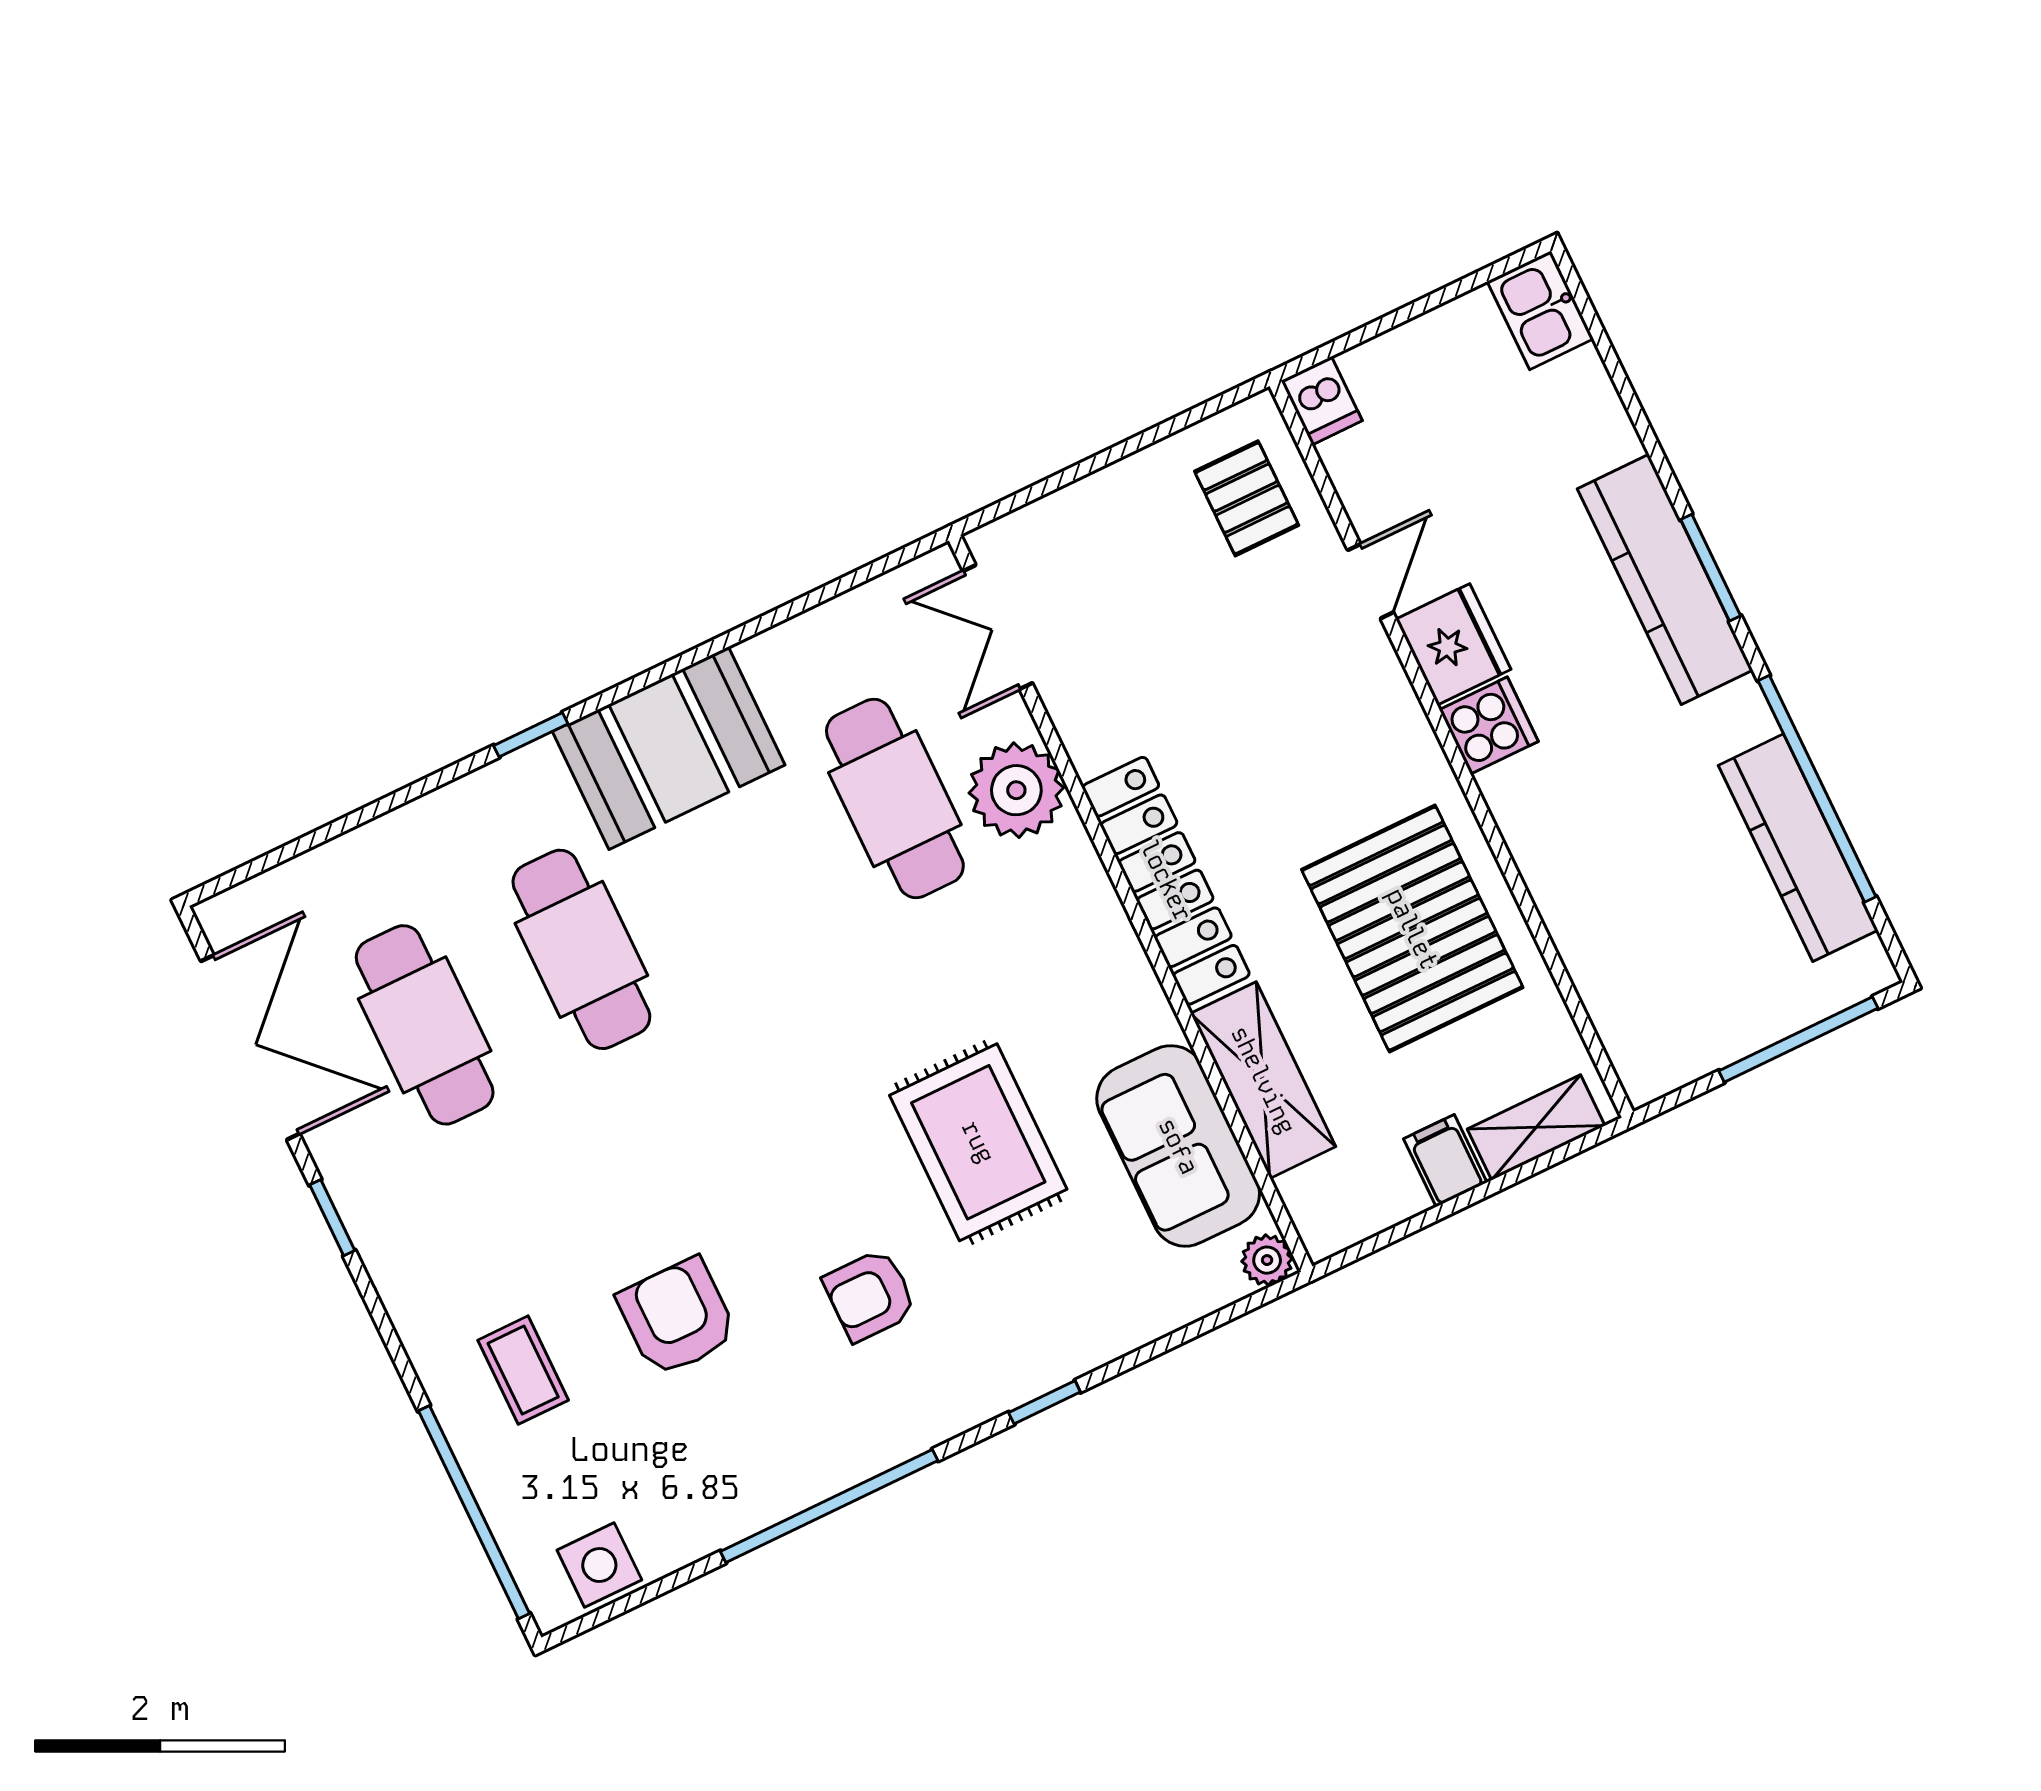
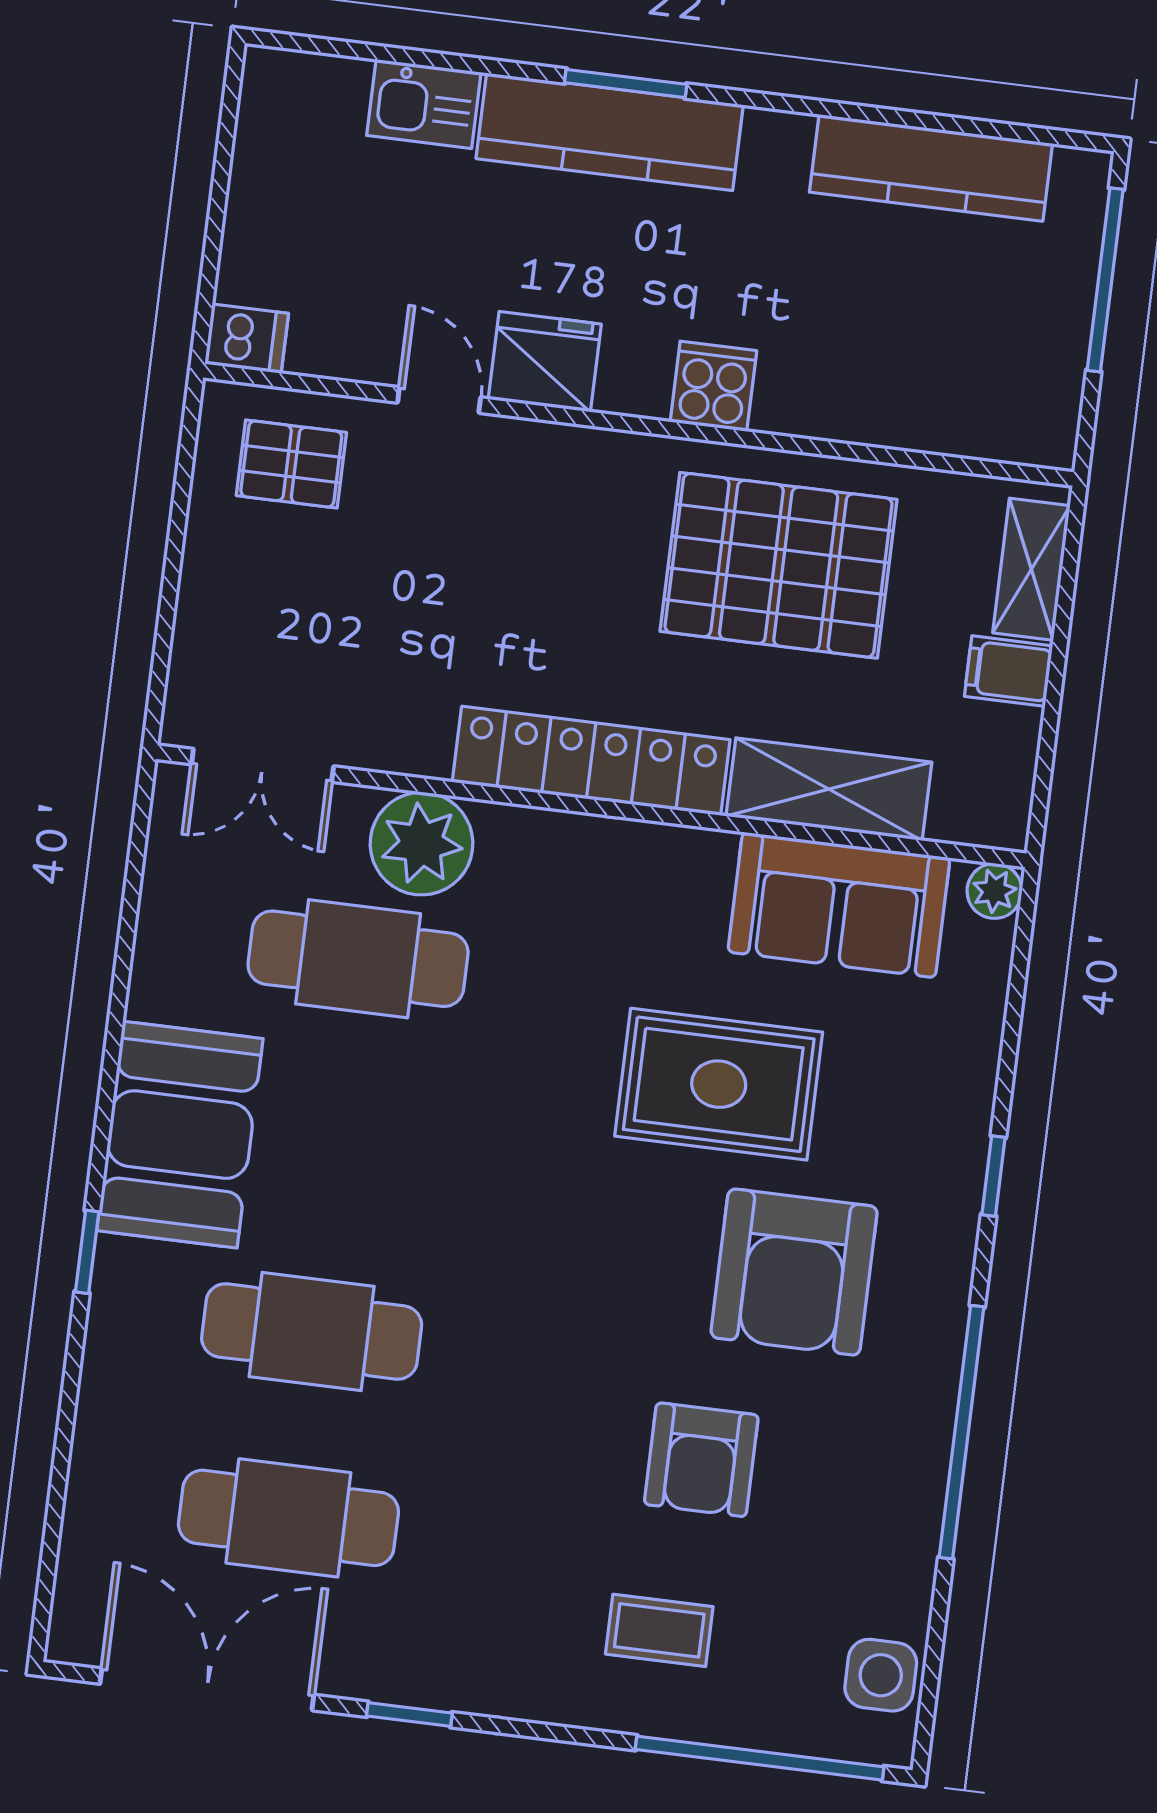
kitchen sink: (1540, 310) -> (424, 104), moved
cooker: (1489, 725) -> (713, 386), moved
window: (1817, 789) -> (888, 116), removed
armchair: (870, 1295) -> (794, 1272), width x1.88, depth x1.88
armchair: (677, 1317) -> (701, 1460), turned -90

